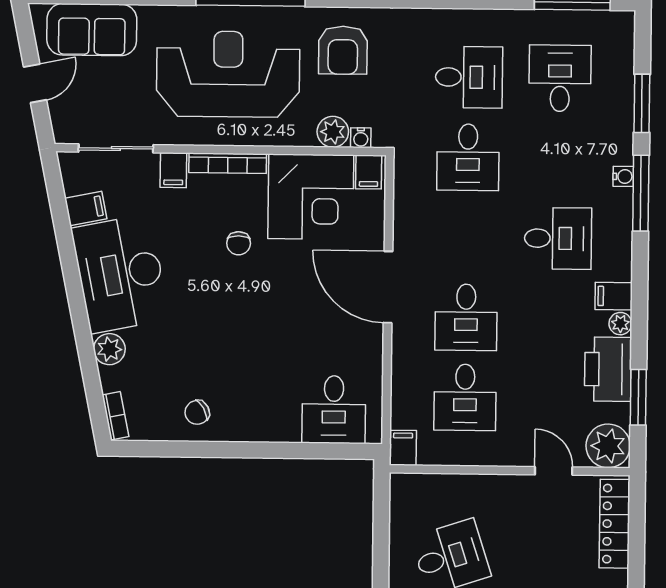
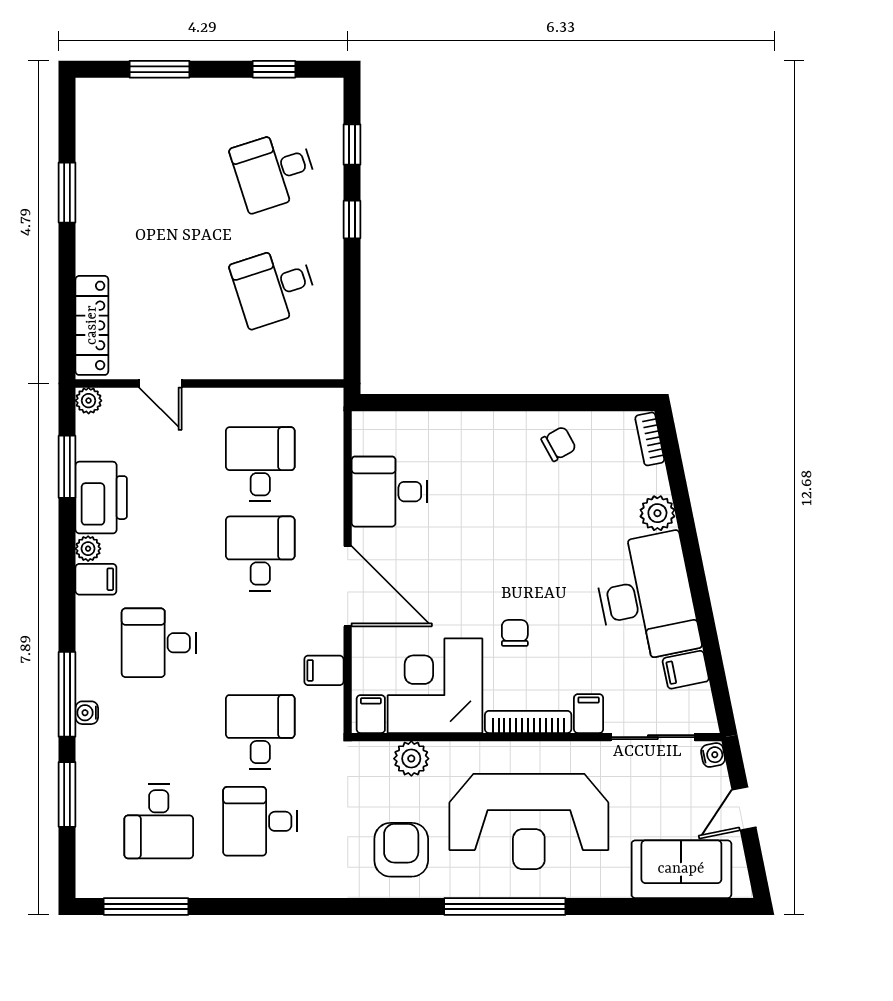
water cooler: (361, 138) -> (713, 755), moved, turned 79
desk: (334, 410) -> (389, 492), moved, turned -90
plant: (608, 446) -> (89, 401), width x0.53, depth x0.53
filing cabinet: (403, 448) -> (324, 670), moved, turned 90

